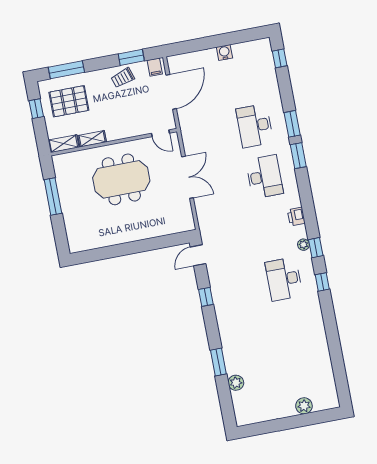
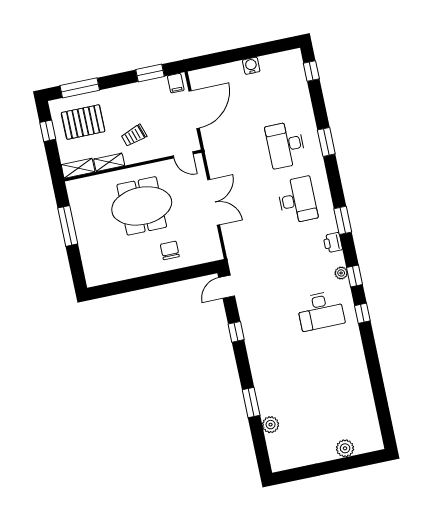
trolley: (123, 78) -> (134, 136), moved
window: (298, 156) -> (343, 220), moved
chair: (146, 221) -> (170, 250), added
desk: (284, 279) -> (321, 311), turned -90

